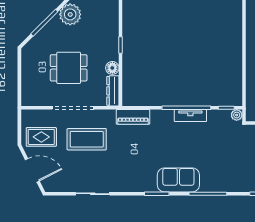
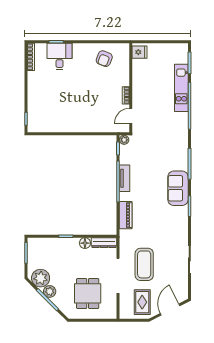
plant: (54, 25) -> (50, 291), added
dining table: (69, 68) -> (88, 293), moved
piano: (133, 117) -> (126, 215), moved

